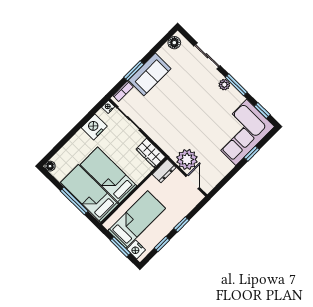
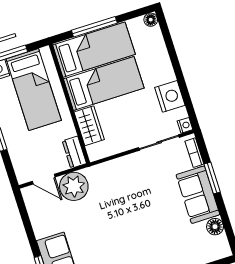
floor lamp: (174, 43) -> (215, 227), moved
wardrobe: (151, 153) -> (89, 126), moved, turned 90

